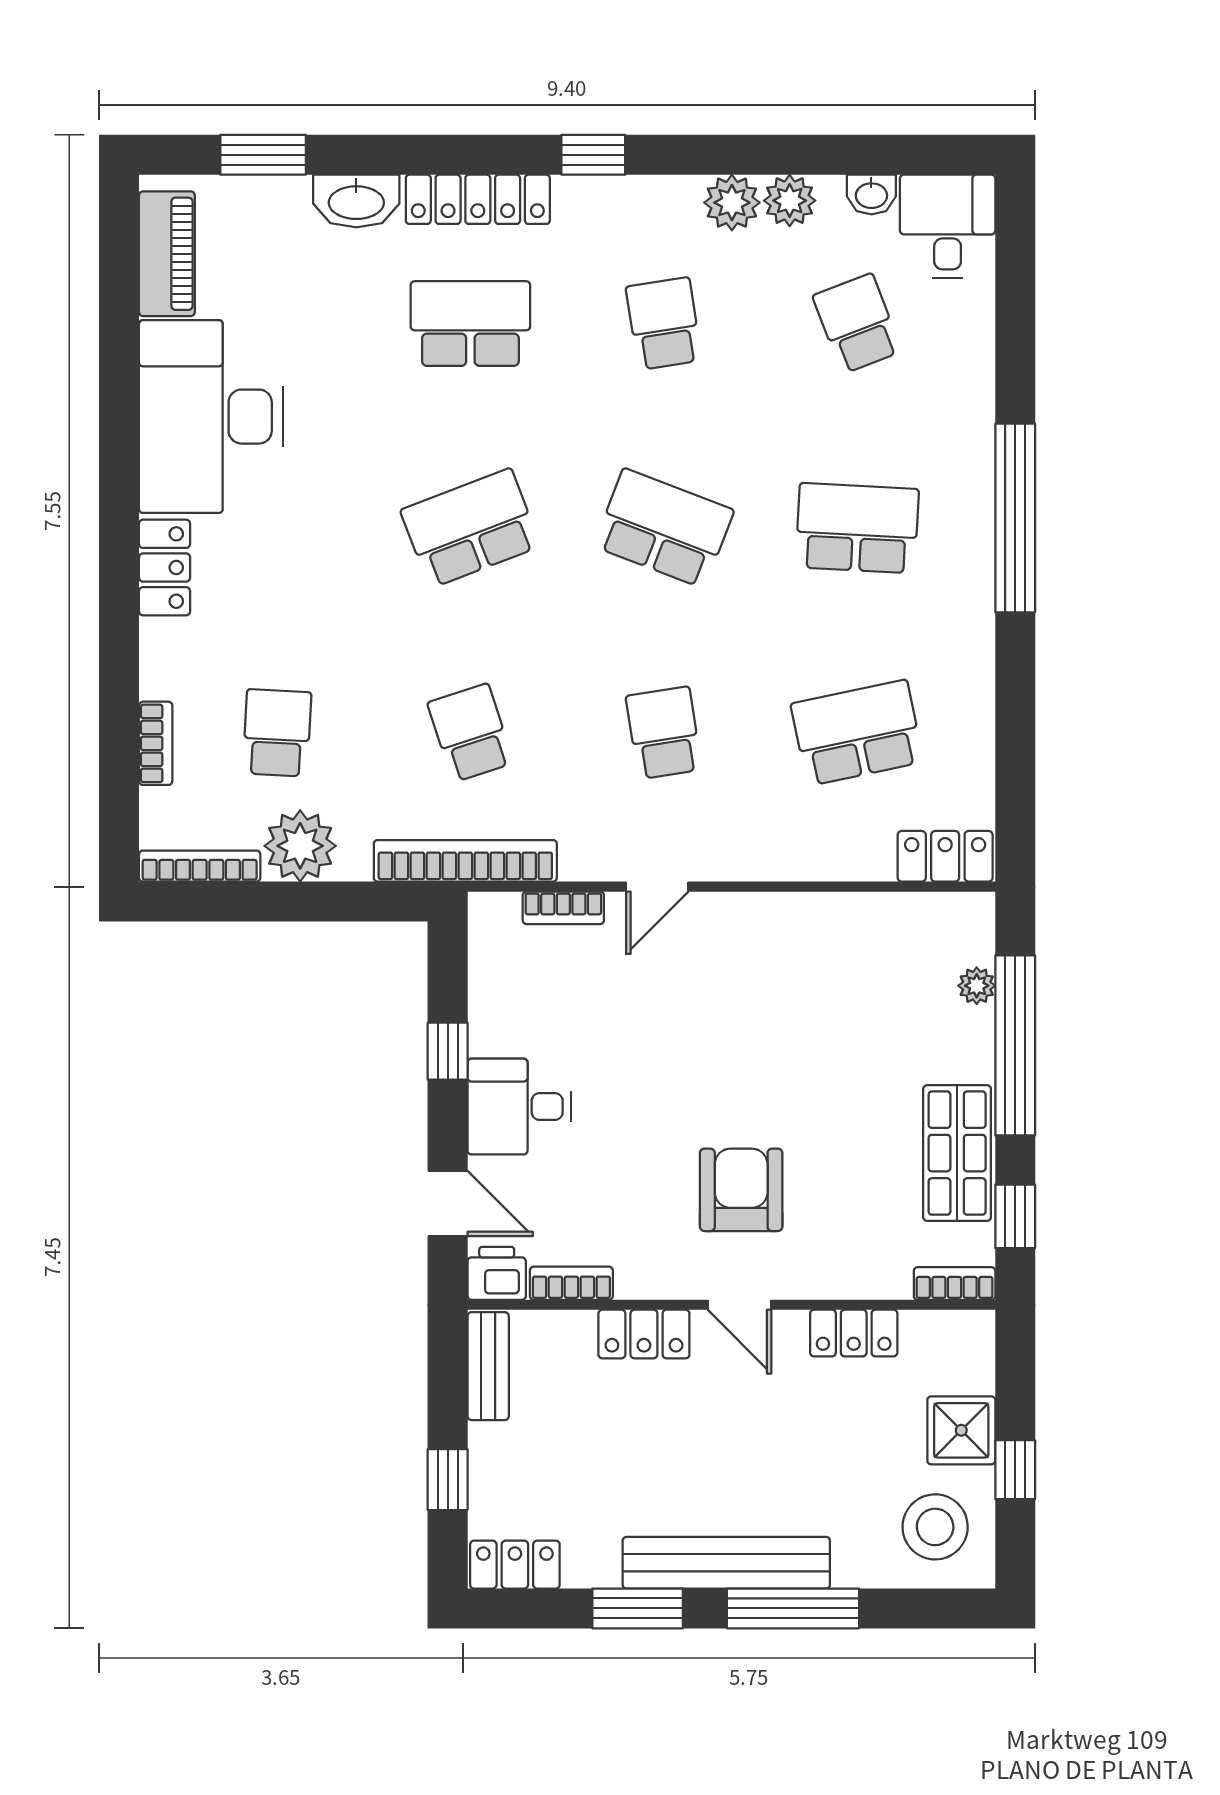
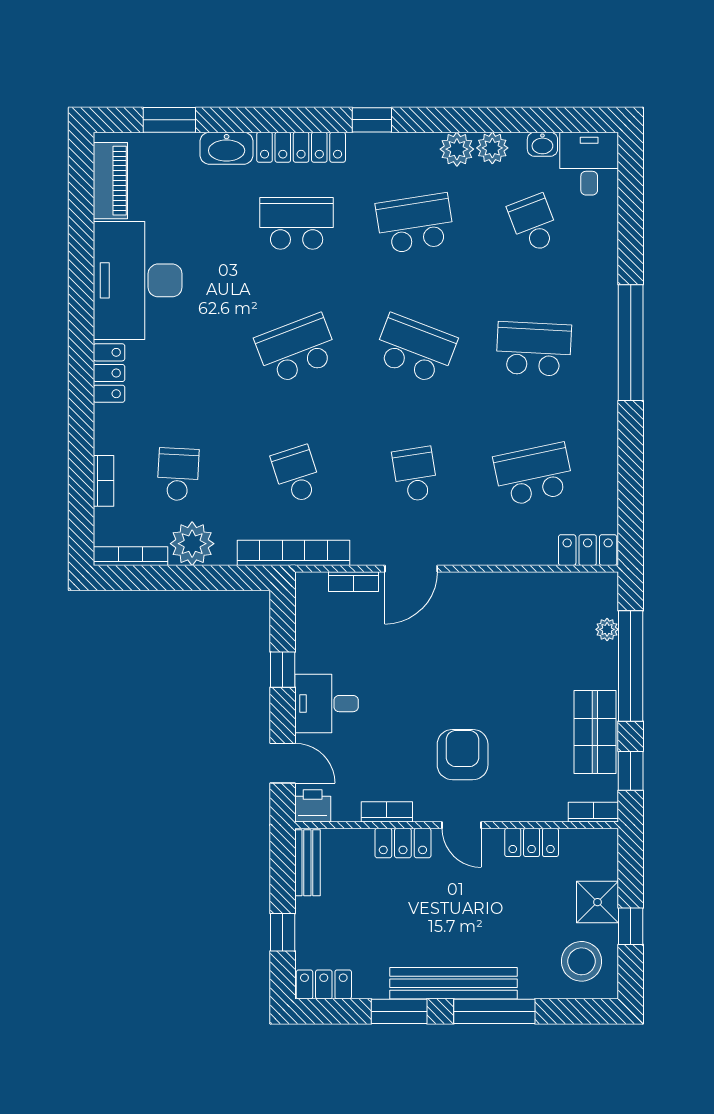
school desk: (664, 324) -> (415, 223), width x1.85
door: (657, 887) -> (411, 569), width x1.38
bookcase: (571, 1283) -> (387, 812), moved

